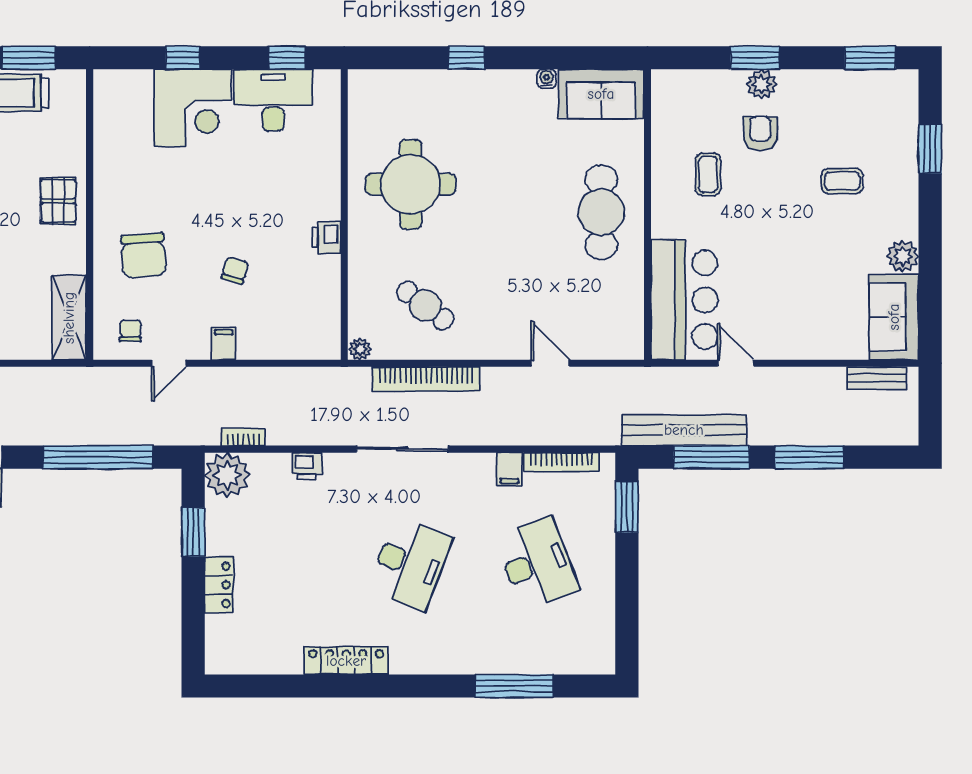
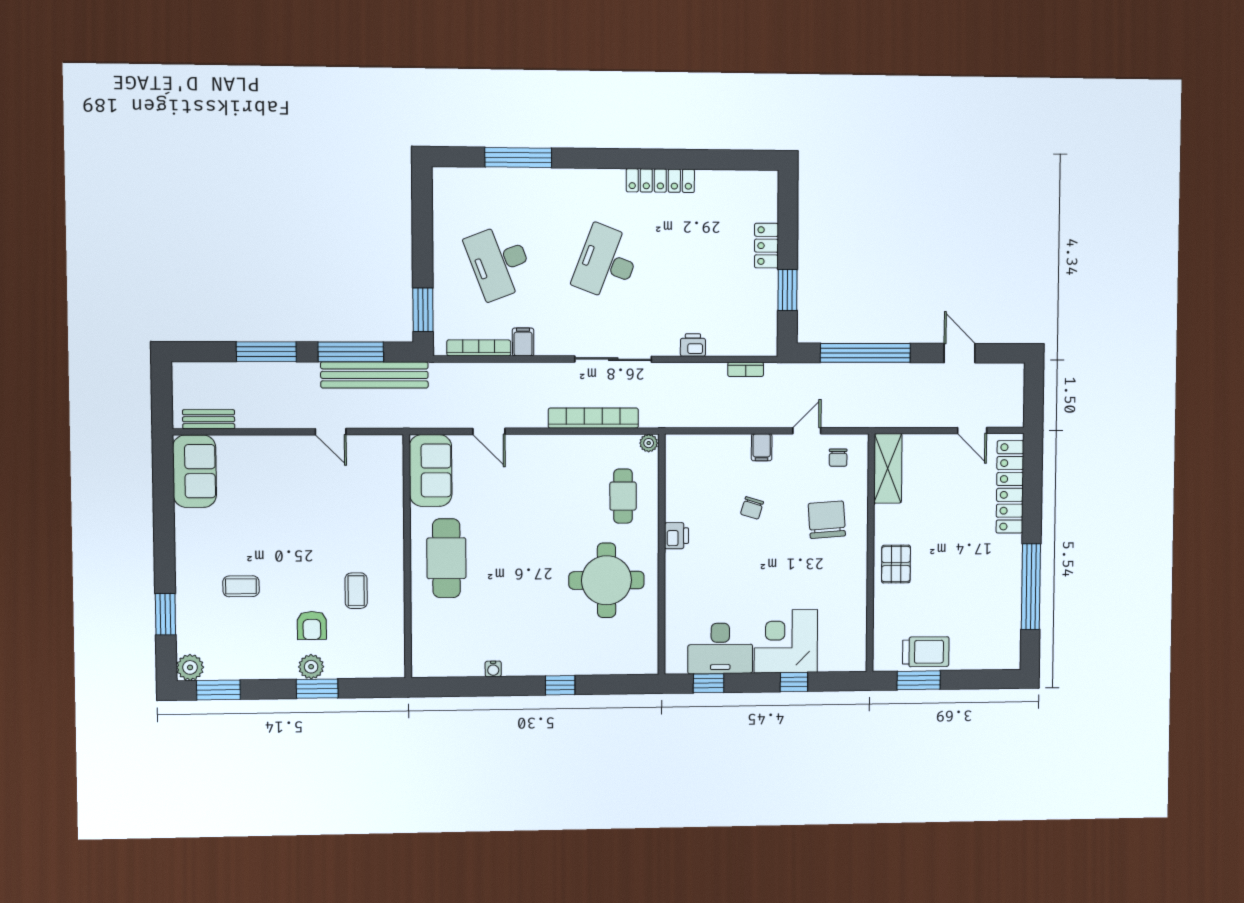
sofa: (601, 94) -> (431, 470), moved, turned 90
plant: (903, 256) -> (190, 667), moved
bar counter: (684, 300) -> (375, 485), removed
cafe table: (425, 305) -> (623, 496), moved, turned 53
plant: (227, 475) -> (759, 338), removed

